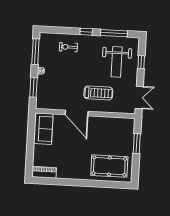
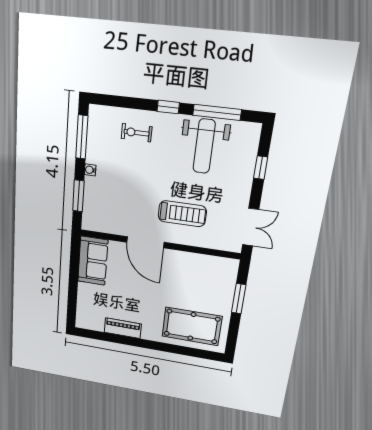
weight bench: (117, 62) -> (204, 146), moved
piano: (44, 172) -> (123, 328), moved

